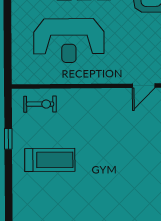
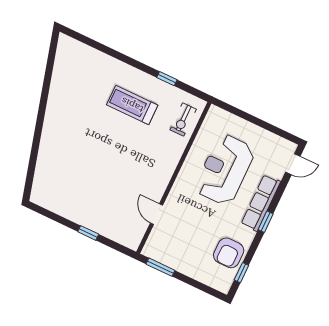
treadmill: (50, 160) -> (132, 105), turned 90

